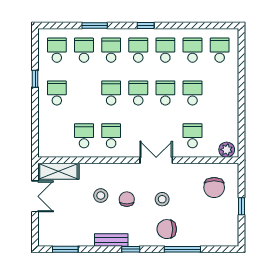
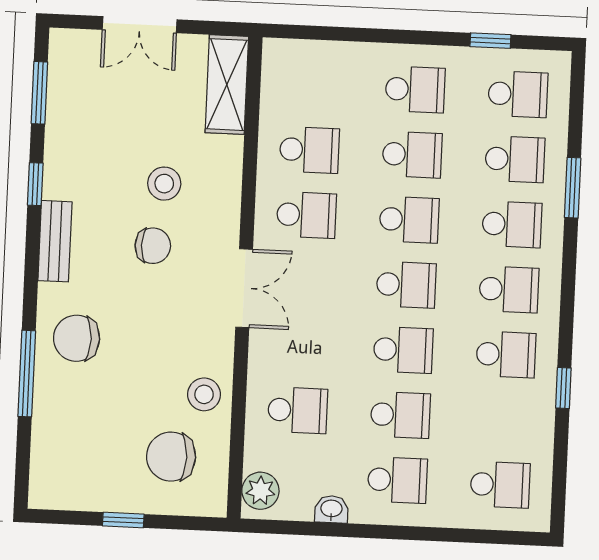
window: (146, 26) -> (563, 388), moved
school desk: (192, 50) -> (397, 480), moved
window: (35, 79) -> (490, 41), moved
school desk: (84, 93) -> (412, 155), added
washbasin: (233, 120) -> (331, 509), added
double door: (156, 160) -> (244, 288), moved
double door: (35, 196) -> (140, 25), moved
stool: (162, 199) -> (204, 394), moved
chair: (167, 229) -> (77, 338), turned -90
bench: (111, 240) -> (55, 241), moved
window: (131, 249) -> (35, 184), moved

